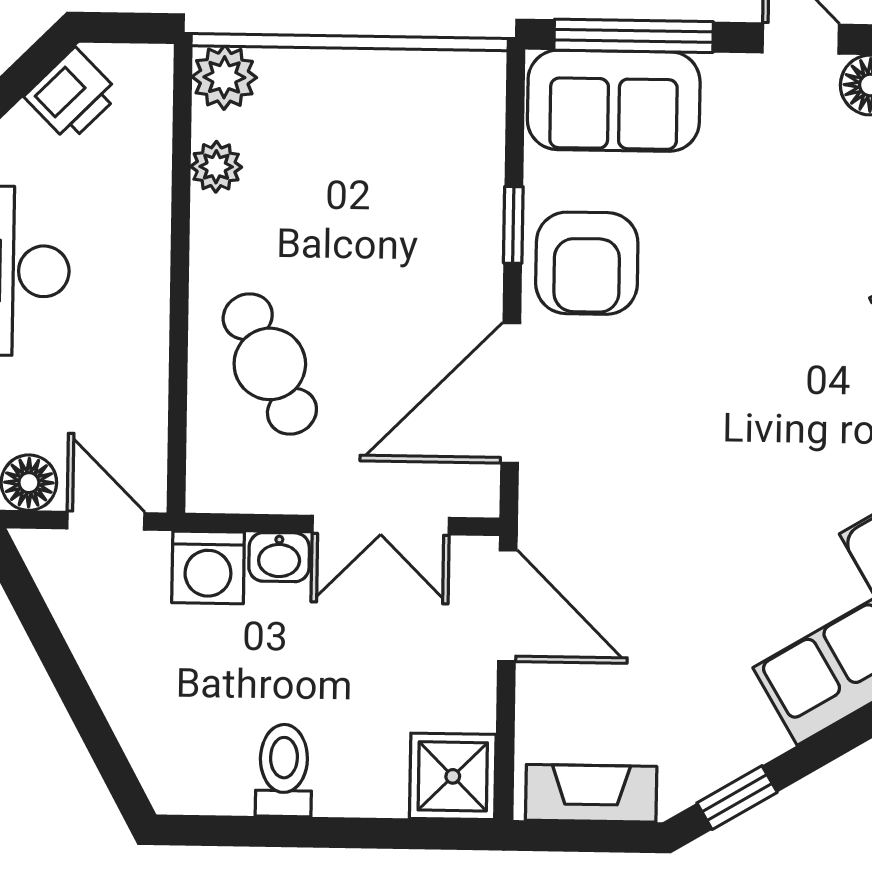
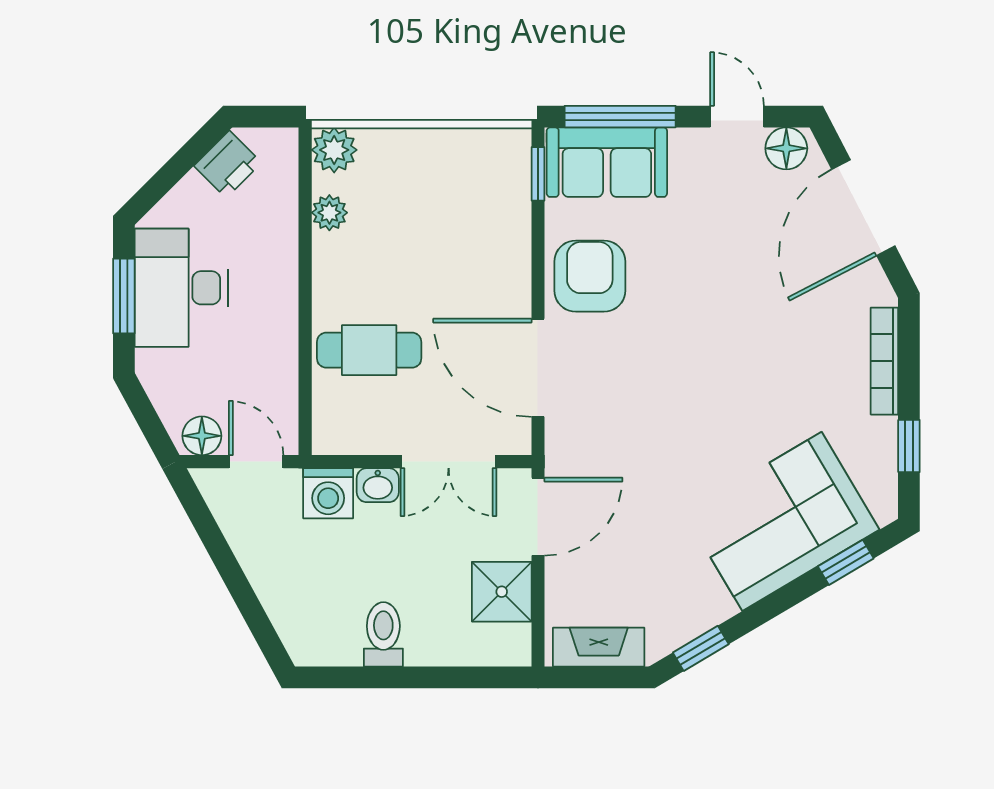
window: (513, 225) -> (538, 174), moved
armchair: (587, 263) -> (590, 276), turned 180
cafe table: (270, 364) -> (369, 350), turned -64
door: (511, 393) -> (538, 368), hinge flipped
door: (507, 606) -> (538, 517), hinge flipped
shower: (453, 776) -> (502, 592), moved

